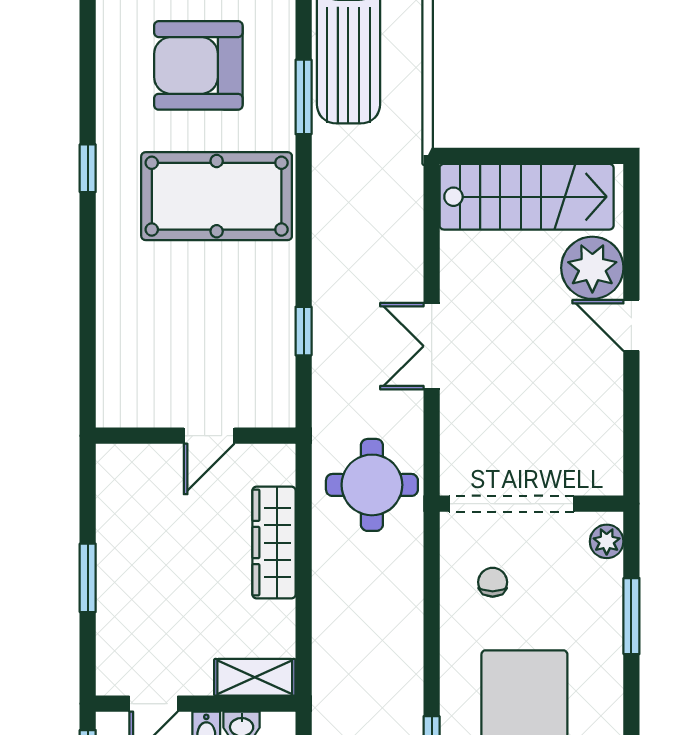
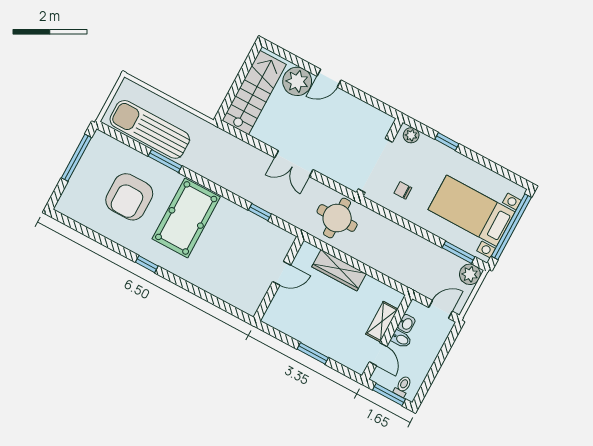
door: (209, 436) -> (282, 273), hinge flipped
window: (631, 616) -> (447, 142), width x0.67
shelving: (255, 677) -> (382, 322), moved

